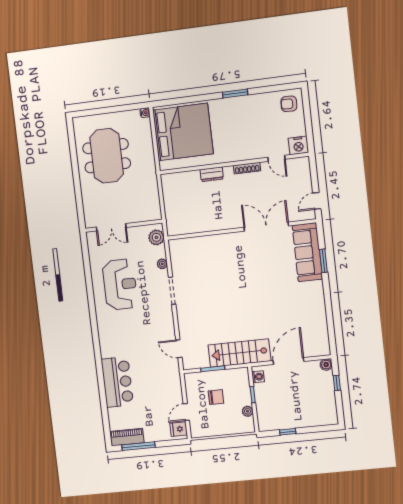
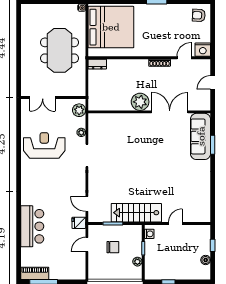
meeting table: (107, 156) -> (59, 50), moved
door: (276, 158) -> (184, 58), swing flipped
dresser: (212, 174) -> (97, 64), moved
door: (317, 201) -> (213, 82), moved
plant: (229, 219) -> (140, 102), added
reception desk: (120, 284) -> (44, 145), turned -90
door: (288, 361) -> (175, 223), width x0.53
boiler: (326, 365) -> (206, 260), moved
door: (186, 412) -> (87, 244), moved
fridge: (179, 429) -> (79, 223), moved

